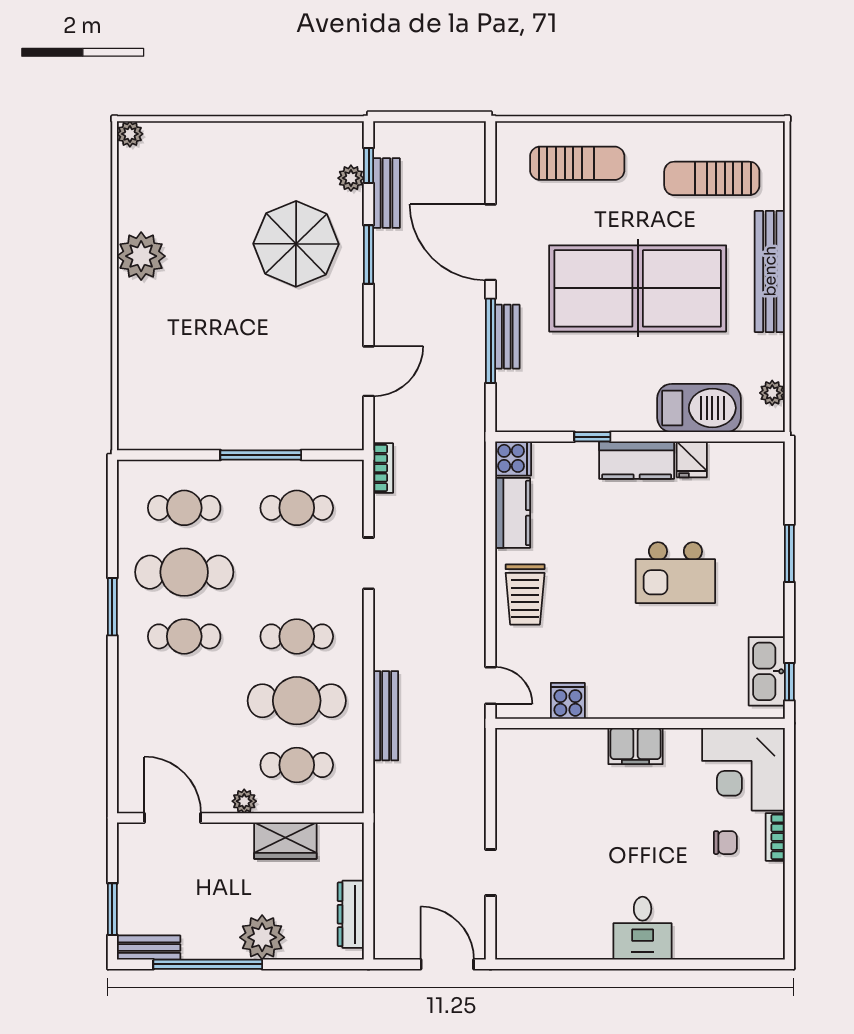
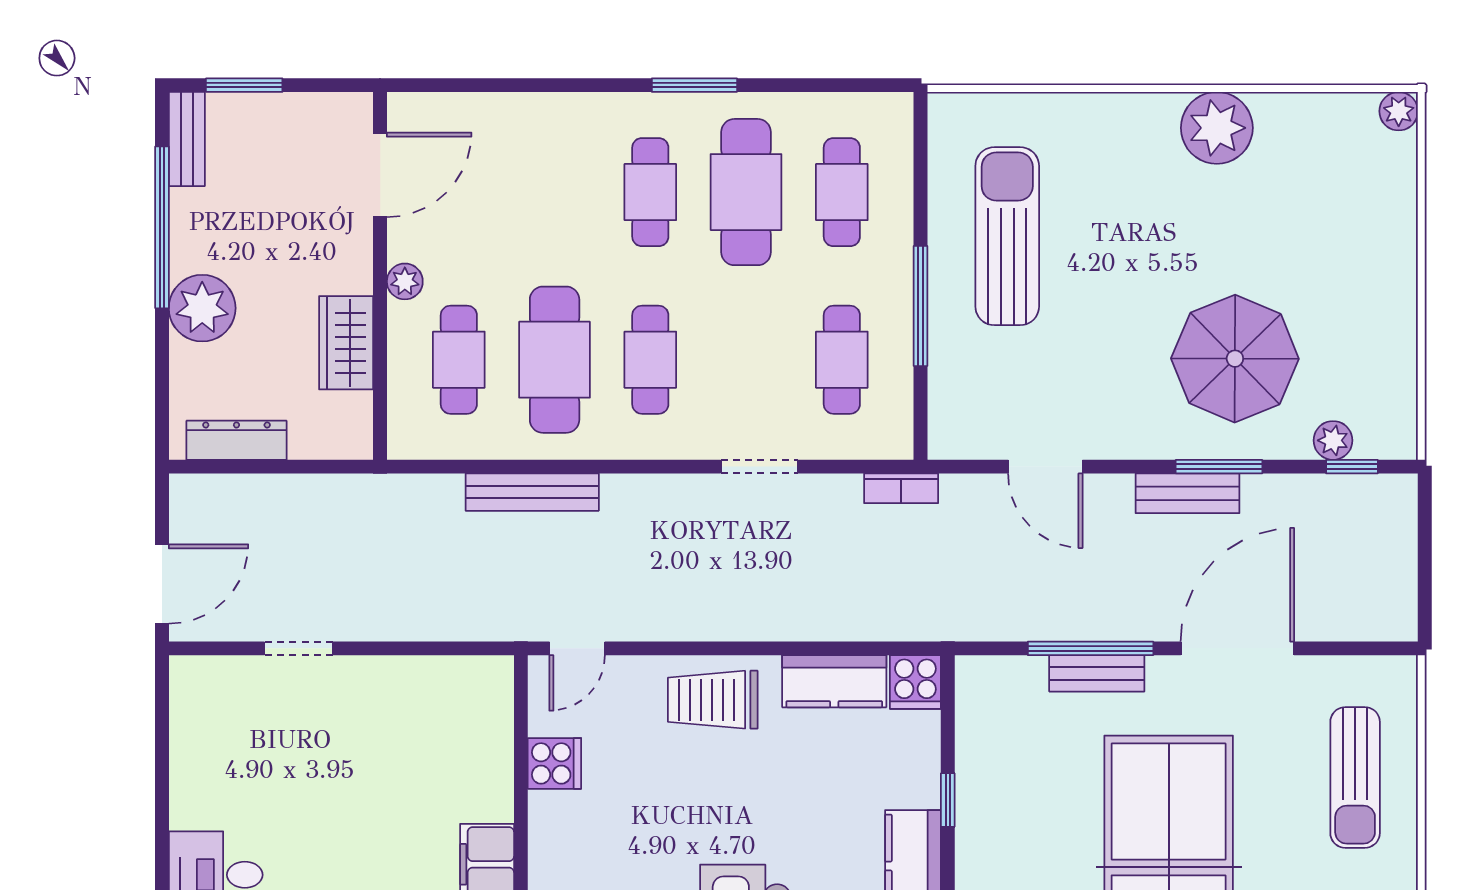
bench: (386, 193) -> (1188, 493), moved
sun lounger: (214, 397) -> (1007, 236), added

